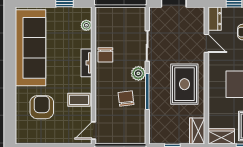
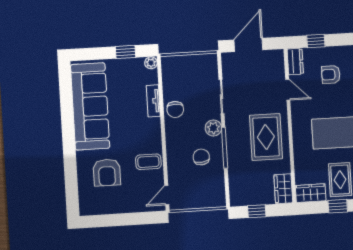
plant: (86, 25) -> (151, 63), moved
tv unit: (86, 63) -> (153, 101), moved
armchair: (42, 107) -> (107, 173), turned 180

